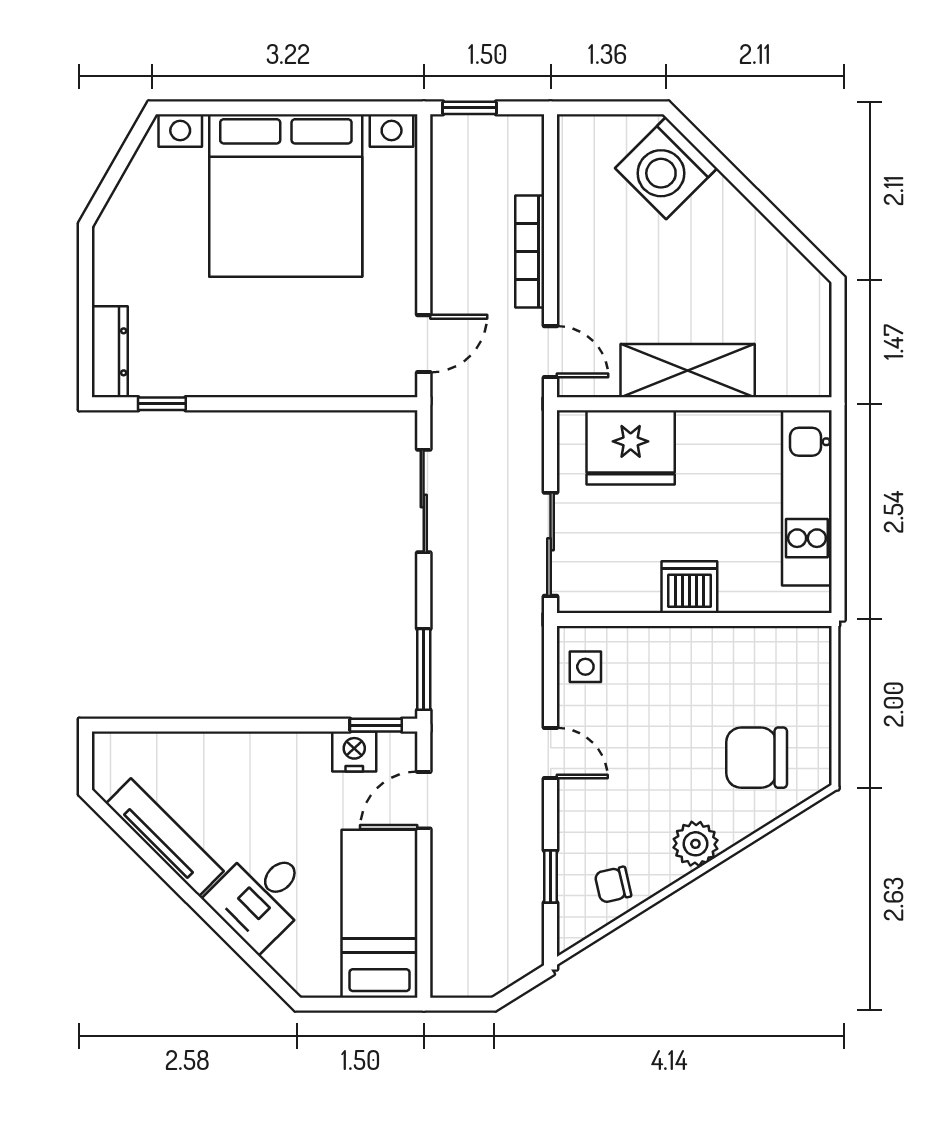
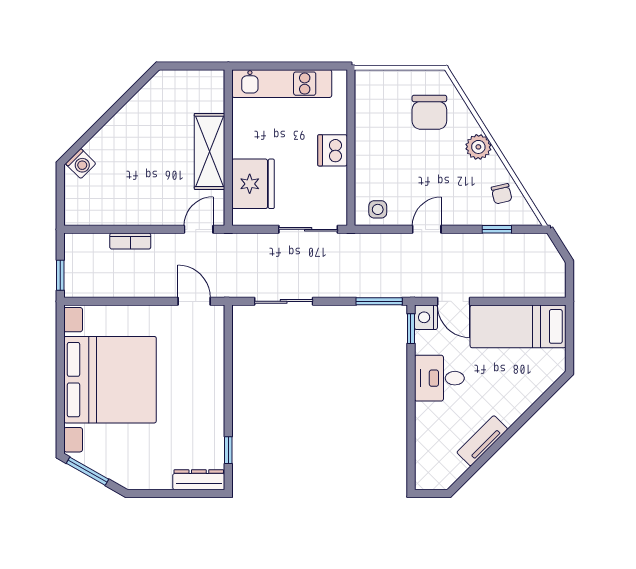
window: (125, 156) -> (88, 471), added
washing machine: (666, 168) -> (81, 164), width x0.53, depth x0.53
bookcase: (530, 251) -> (130, 241), width x0.64
nightstand: (354, 752) -> (426, 317), moved
tv unit: (165, 837) -> (482, 441), width x0.71
desk: (261, 896) -> (439, 378), moved, turned 135

